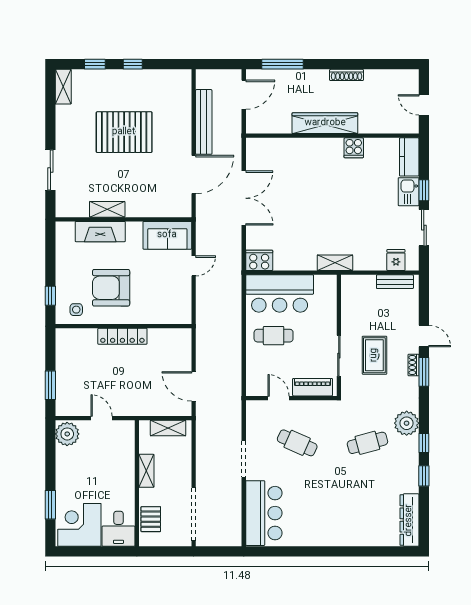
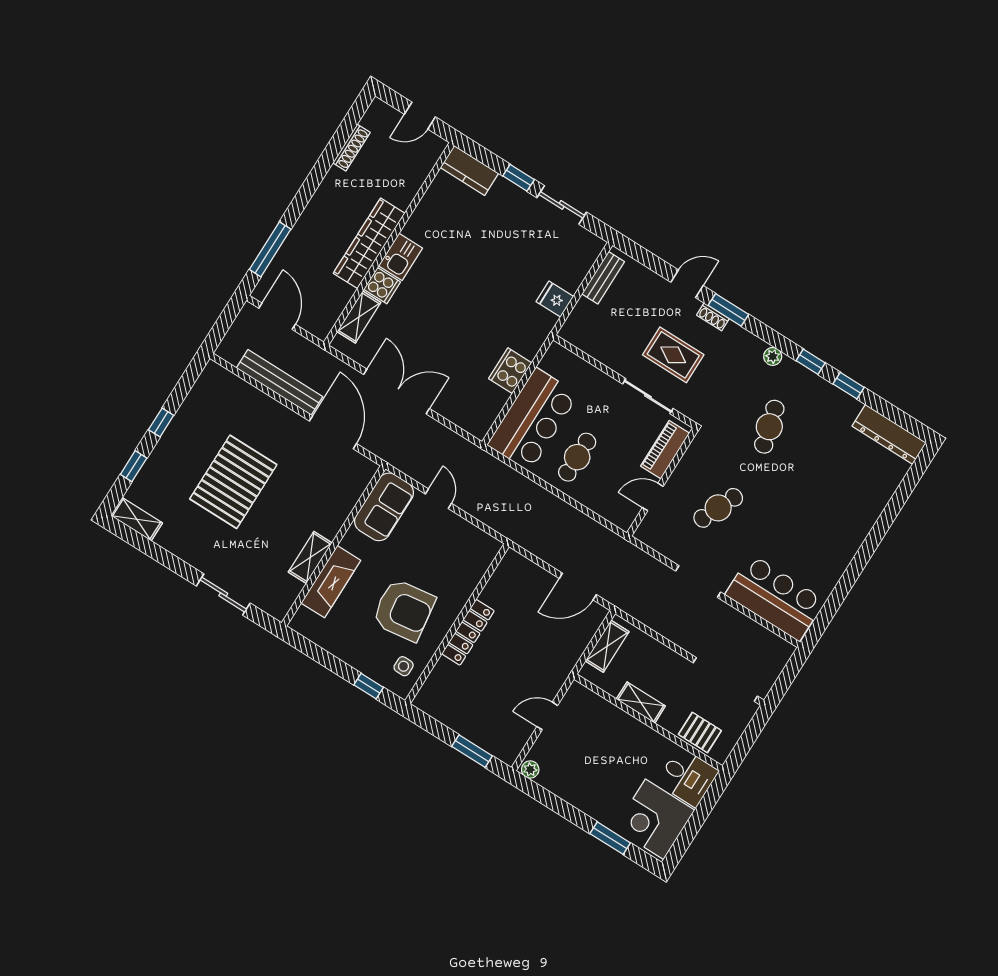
shoe rack: (347, 75) -> (351, 148), moved
cooker: (354, 148) -> (382, 286), moved
kitchen sink: (409, 192) -> (401, 257), moved, turned -90
cooker: (259, 260) -> (510, 371), moved
fridge: (396, 260) -> (555, 299), moved
shelving: (335, 263) -> (359, 317), moved
armchair: (111, 288) -> (404, 610), turned -98
plant: (407, 423) -> (773, 356), width x0.53, depth x0.53
plant: (67, 434) -> (530, 769), width x0.53, depth x0.53

